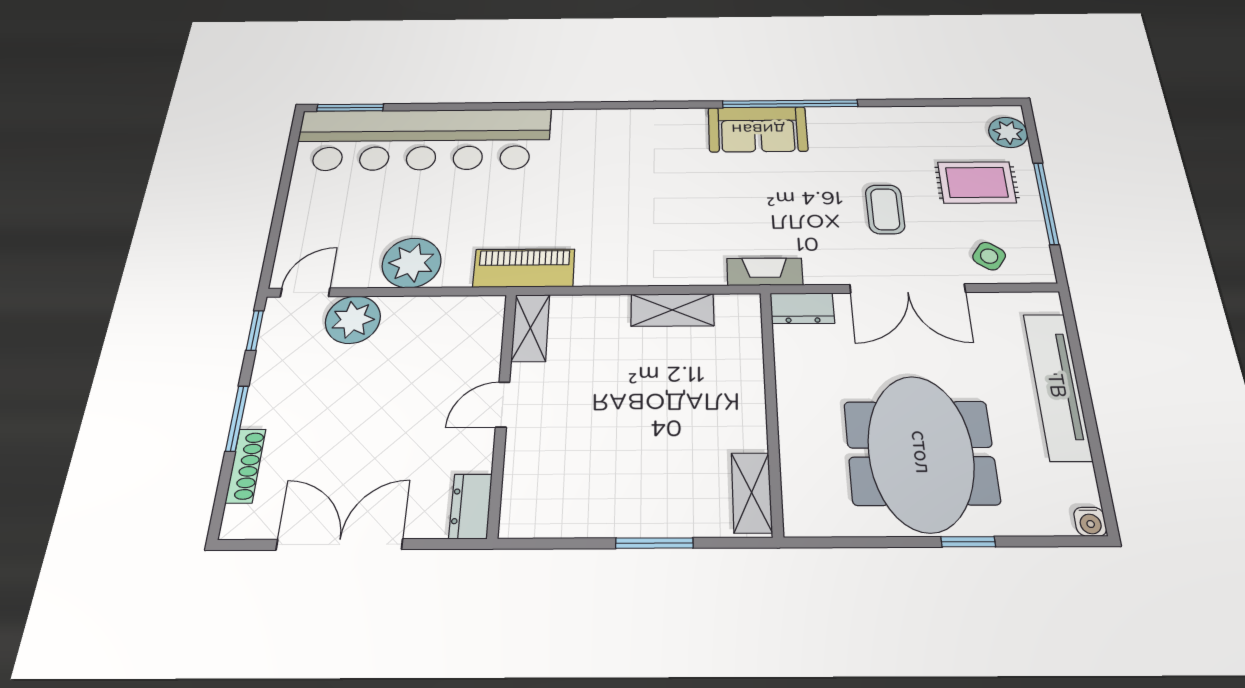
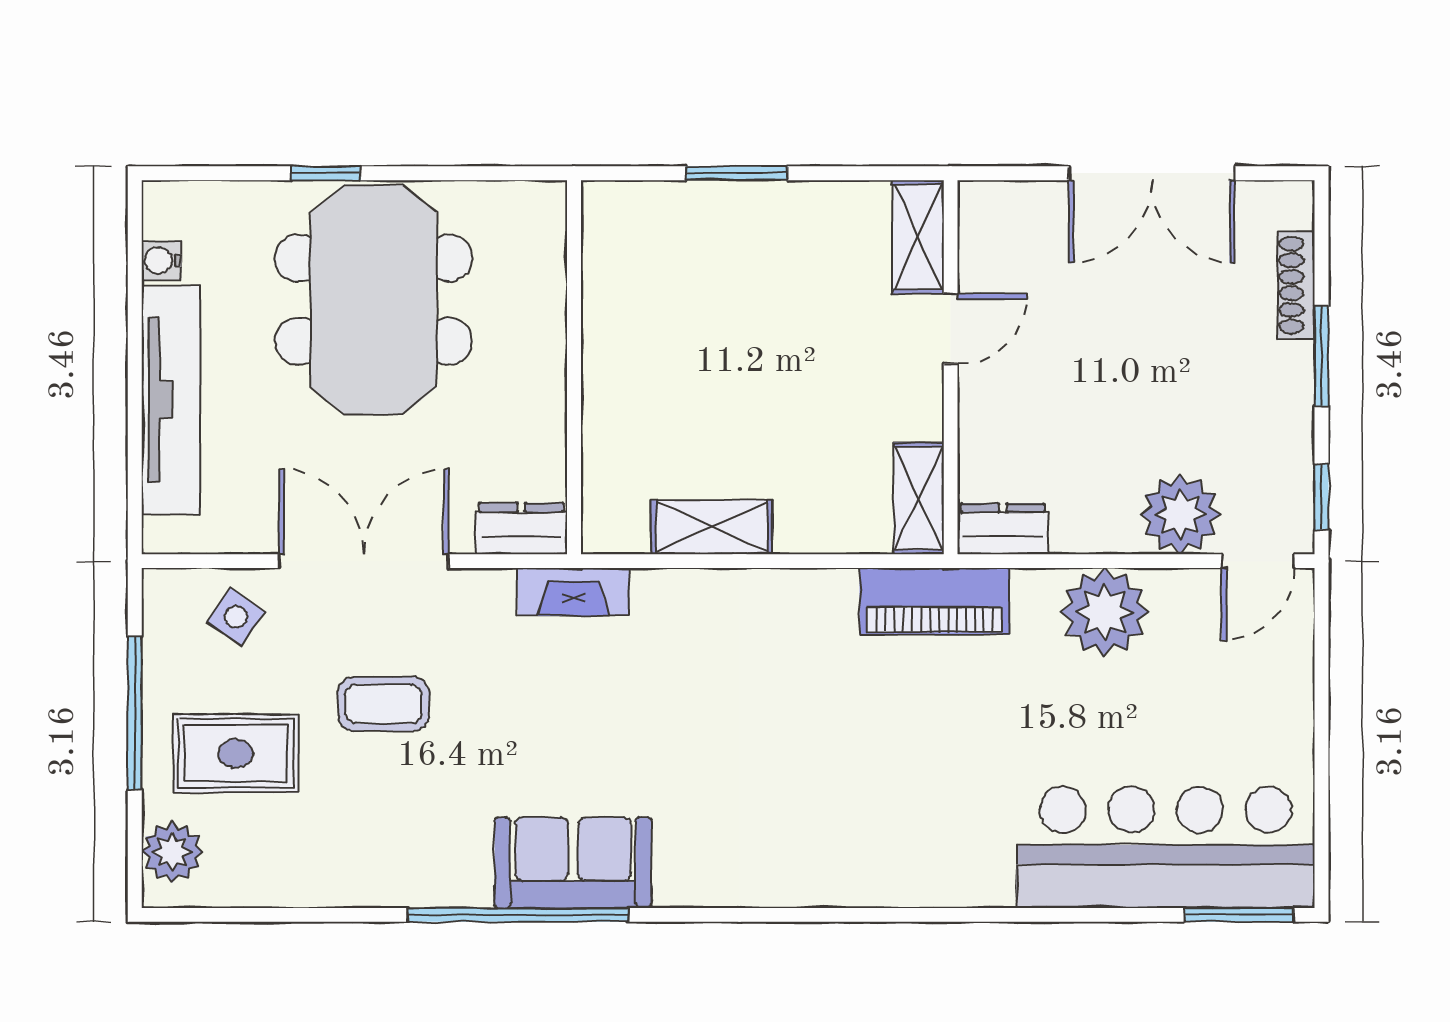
bar counter: (423, 139) -> (1166, 847), width x0.73
coffee table: (885, 209) -> (383, 704), turned 90
door: (503, 404) -> (951, 329), moved
shelving: (752, 493) -> (918, 237), moved
dresser: (471, 506) -> (1003, 529), moved, turned -90
water cooler: (1090, 522) -> (161, 261), moved, turned -90

